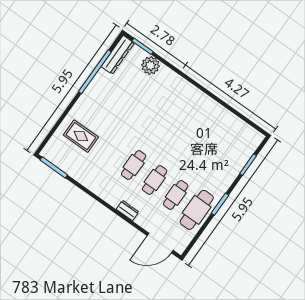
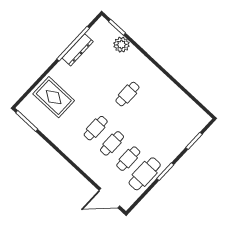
dresser: (118, 55) -> (78, 50), moved
cafe table: (165, 121) -> (127, 94), added
rug: (81, 136) -> (54, 97), width x1.36, depth x1.43
dresser: (128, 211) -> (85, 166), removed

